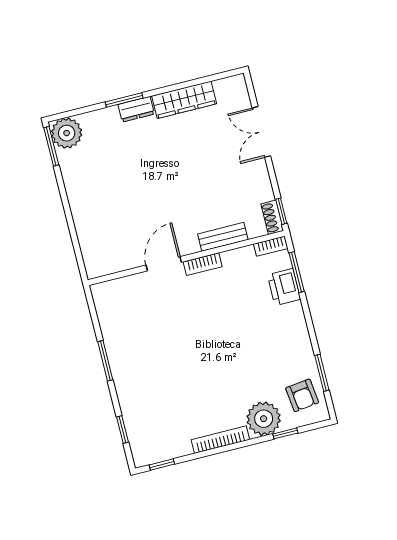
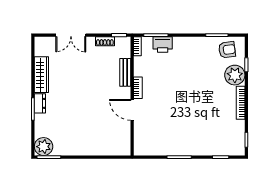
shoe rack: (272, 217) -> (105, 41), moved

